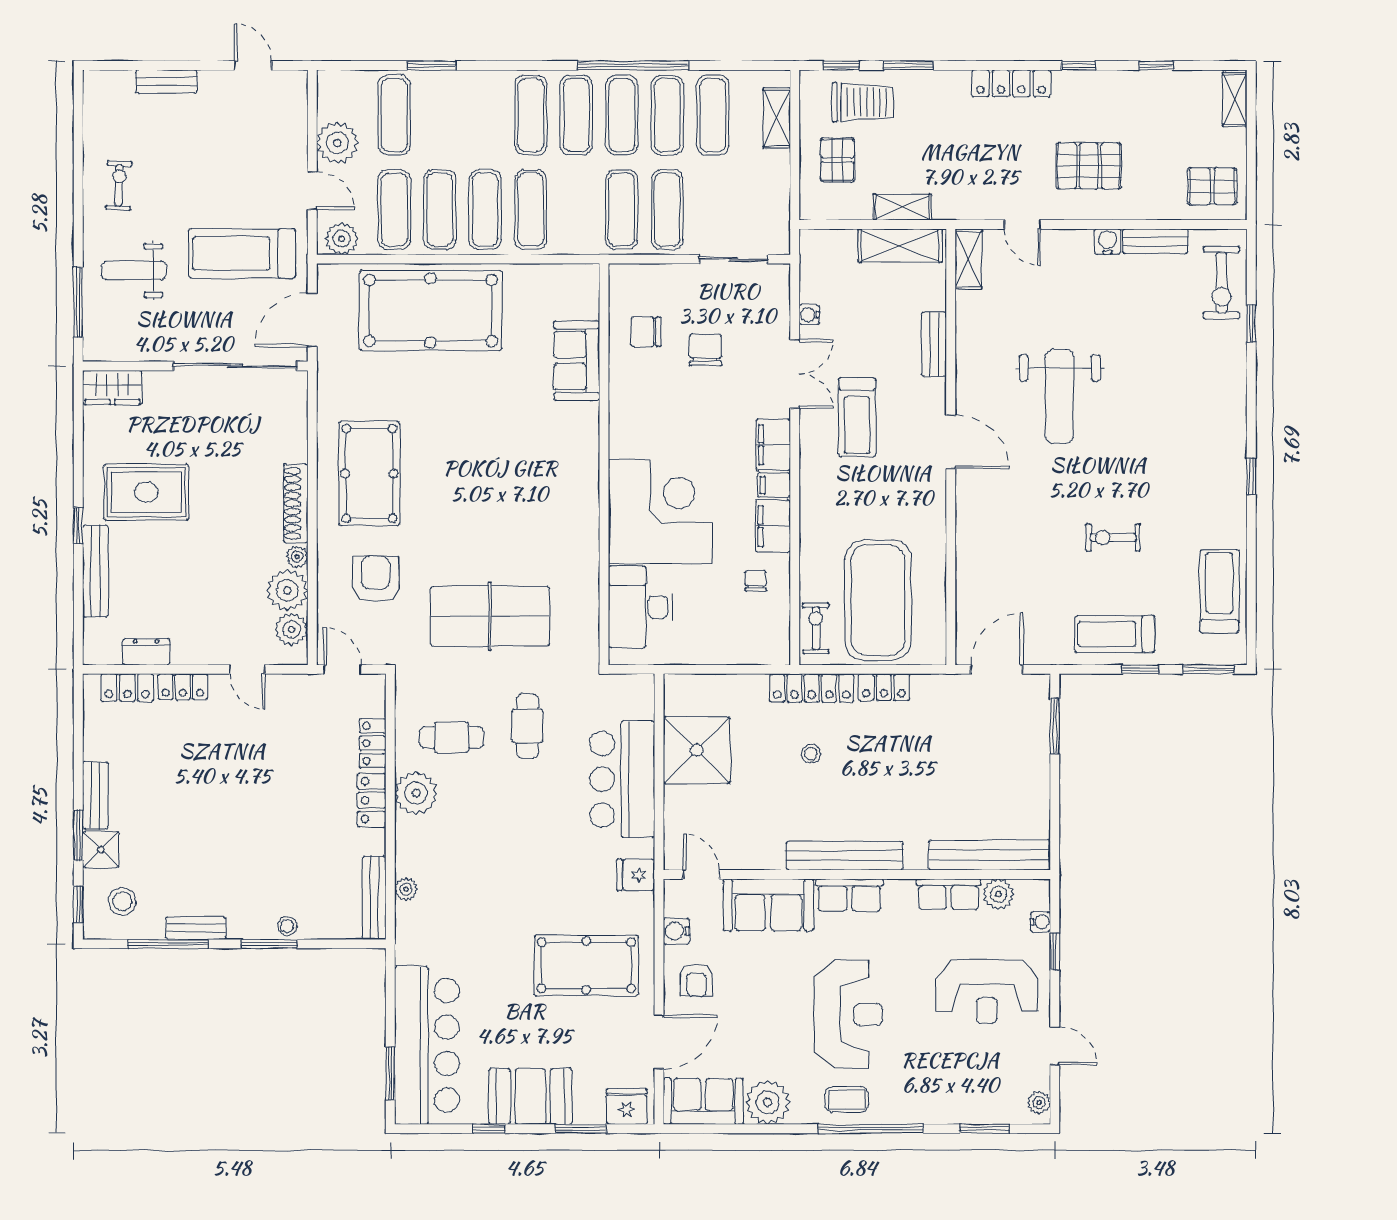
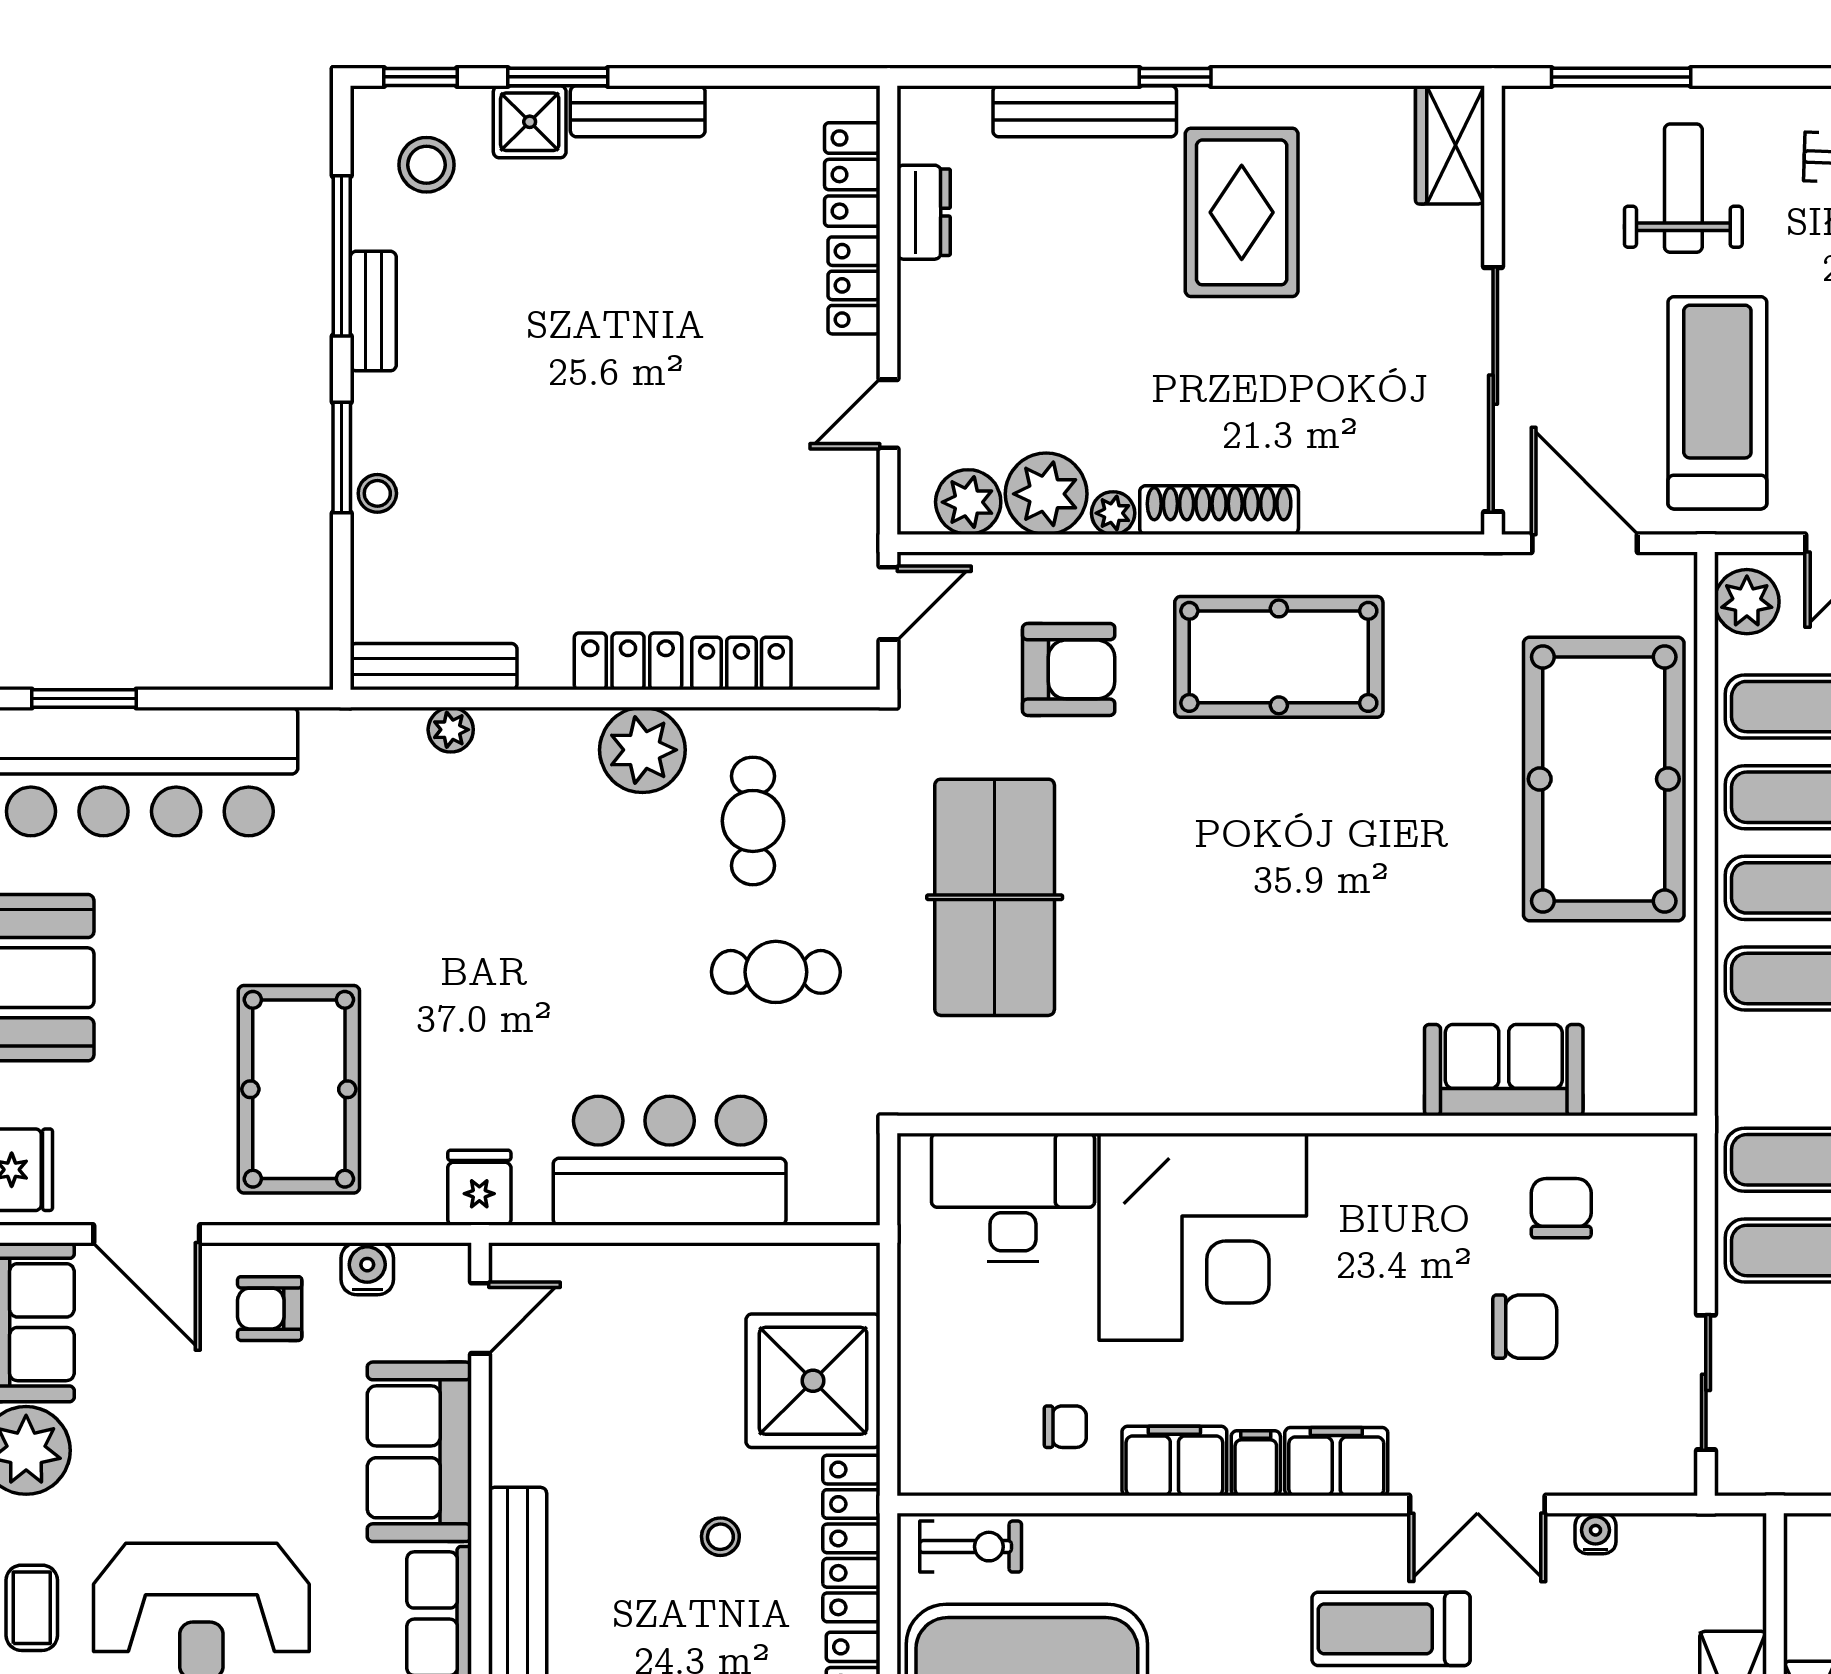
shower: (697, 750) -> (813, 1381), moved

